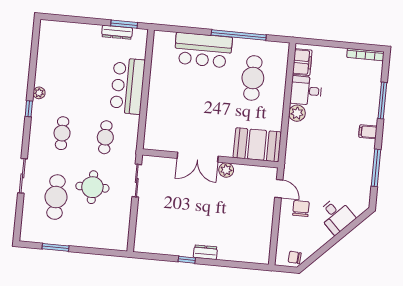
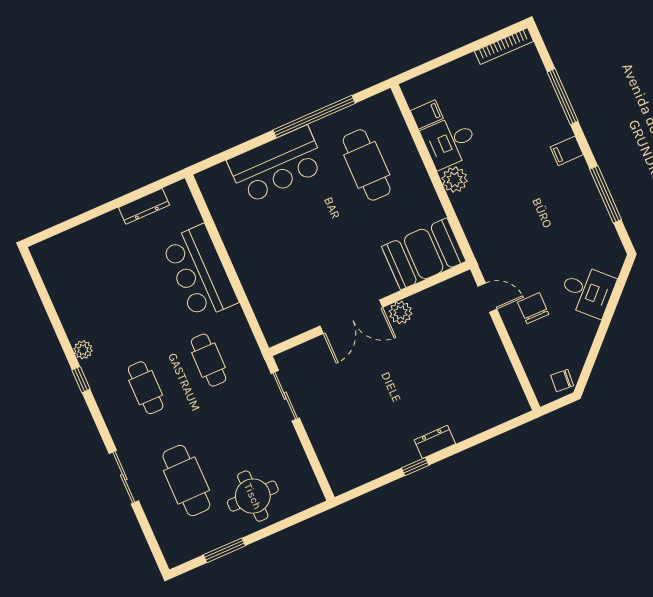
window: (124, 24) -> (148, 190), removed
filing cabinet: (302, 62) -> (427, 114), width x0.50
round table: (92, 187) -> (253, 496), moved

